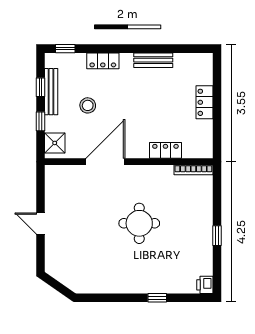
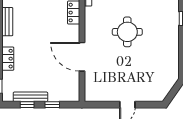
stool: (88, 105) -> (41, 70), removed
shower: (55, 143) -> (68, 94), removed

